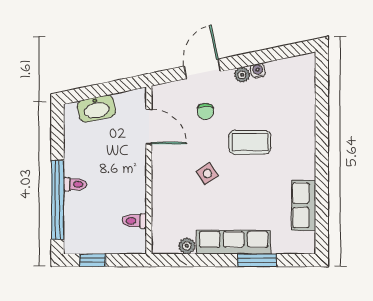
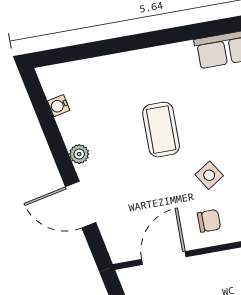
water cooler: (258, 71) -> (59, 106), moved
chair: (205, 111) -> (209, 221), moved

